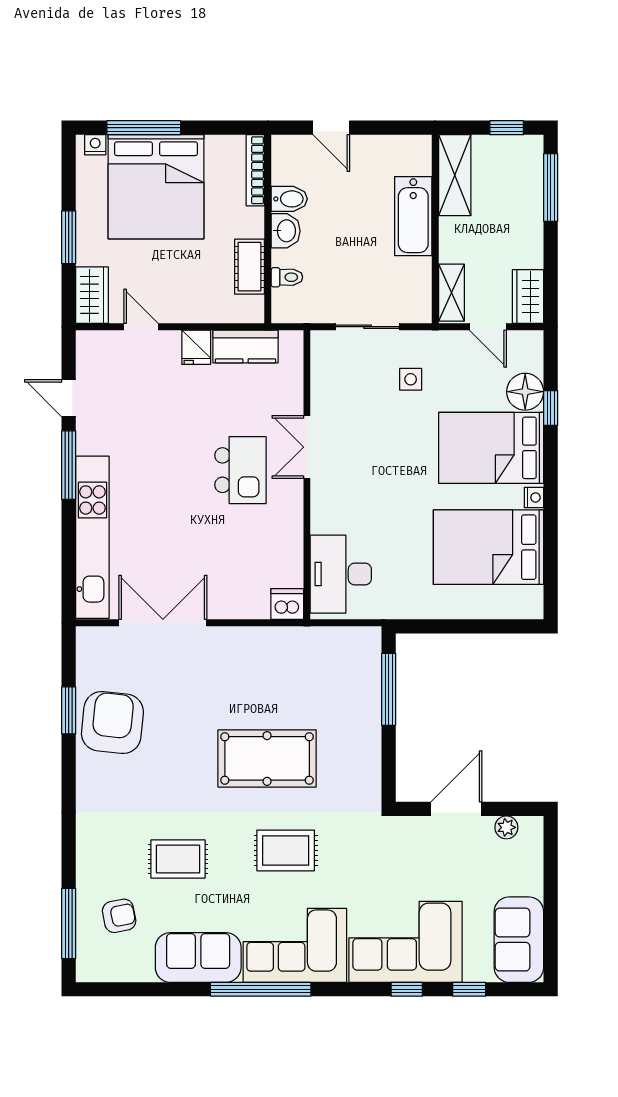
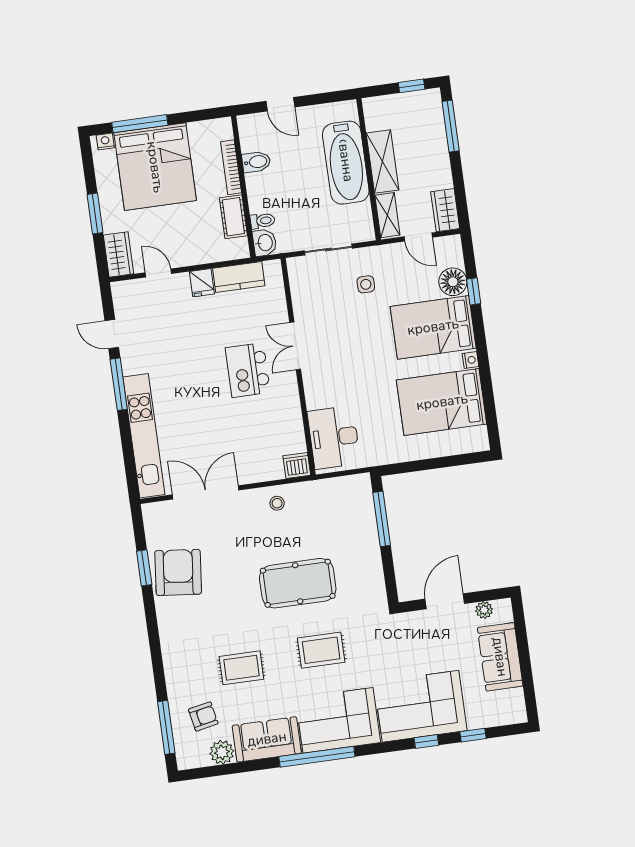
bookcase: (255, 170) -> (231, 167), moved
shelving: (455, 175) -> (383, 161), moved
bathtub: (413, 216) -> (346, 163), width x1.36, depth x1.36
washbasin: (286, 231) -> (265, 243), moved
kitchen island: (240, 470) -> (248, 370), turned 180
stool: (255, 650) -> (277, 503), added
sofa: (519, 940) -> (500, 657), moved
plant: (137, 966) -> (222, 752), added

